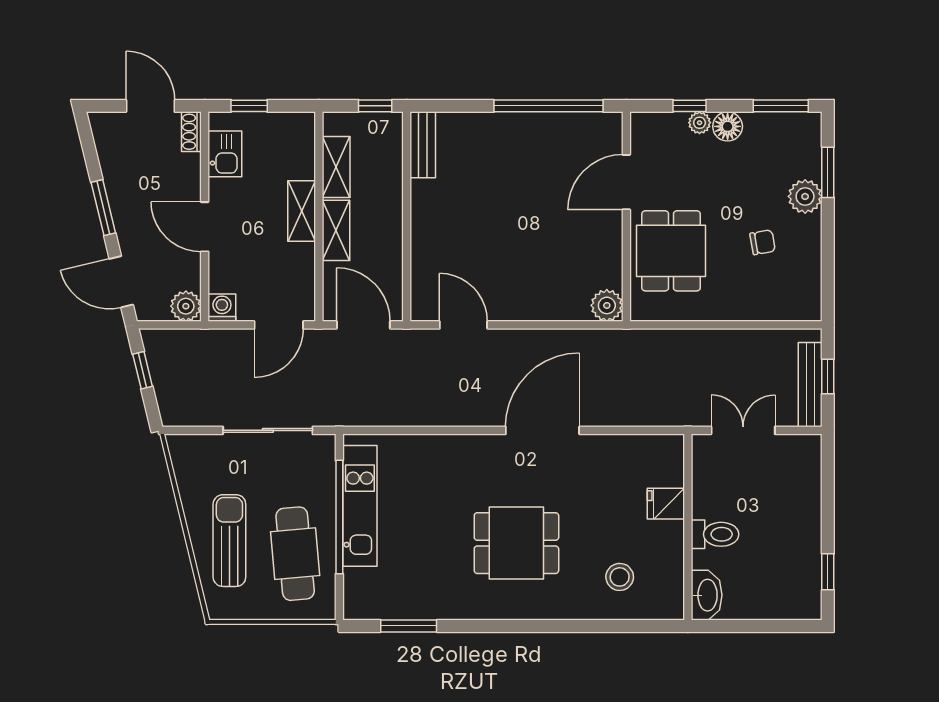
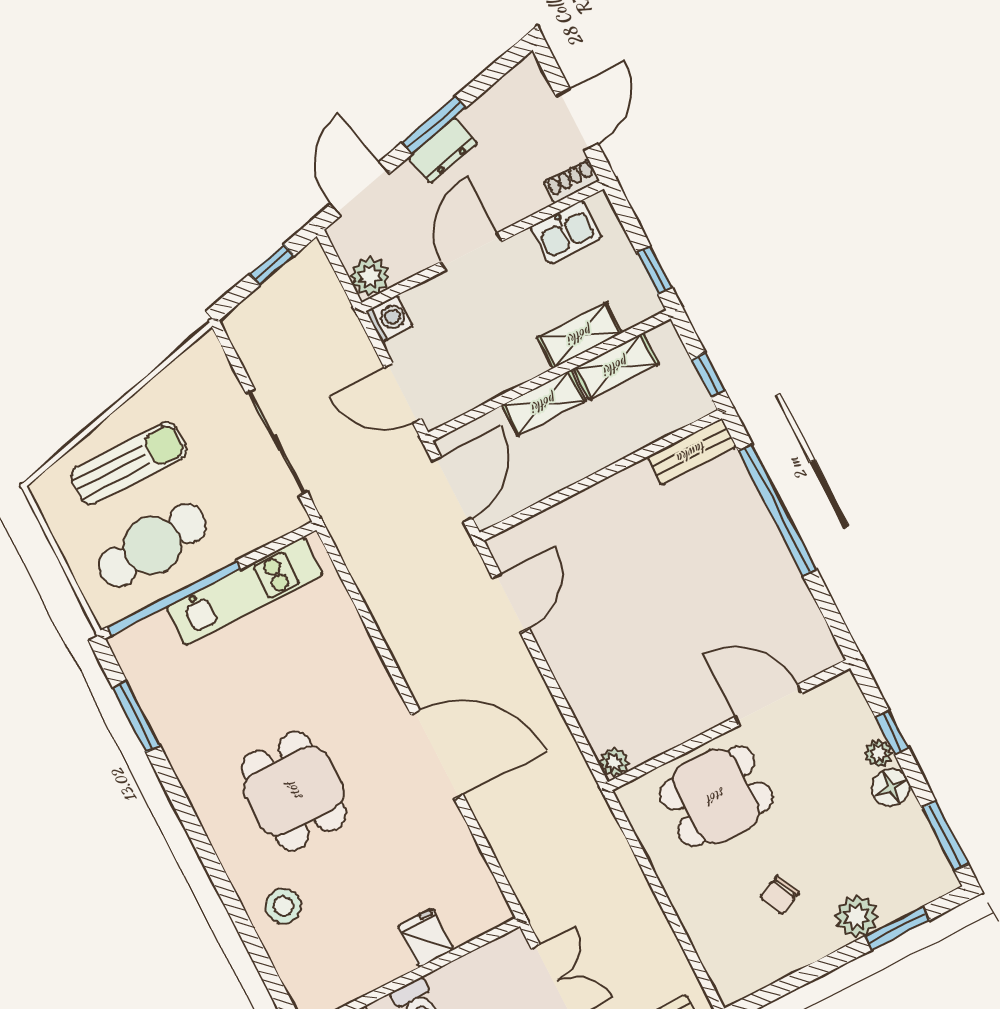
window: (249, 106) -> (654, 270), moved
window: (549, 106) -> (778, 510), moved
dresser: (124, 210) -> (443, 150), added
shelving: (302, 211) -> (580, 335), moved
chair: (763, 242) -> (780, 895), turned 75
plant: (607, 305) -> (614, 762), width x0.73, depth x0.73
window: (339, 517) -> (174, 598), moved
stool: (620, 577) -> (283, 906), moved

